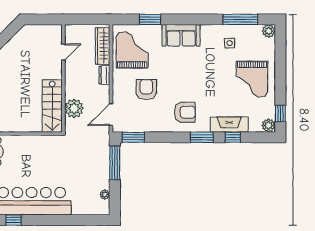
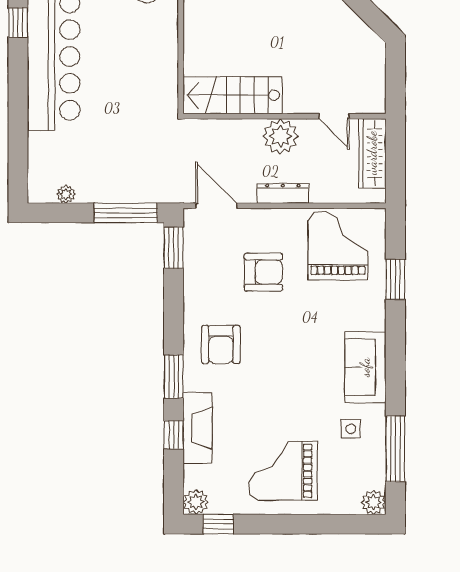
sofa: (181, 35) -> (365, 367), moved
wardrobe: (103, 46) -> (372, 153), moved, turned -90
grand piano: (132, 50) -> (338, 245), turned -90
dresser: (104, 75) -> (283, 193), width x1.44
plant: (74, 108) -> (280, 136), moved

